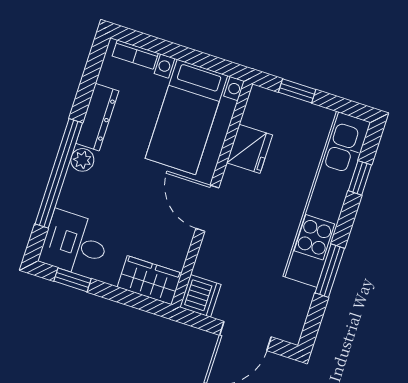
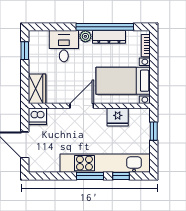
window: (59, 173) -> (105, 27), moved
desk: (75, 244) -> (64, 46), moved
window: (330, 271) -> (90, 176), moved

